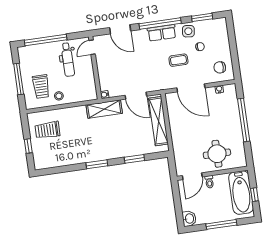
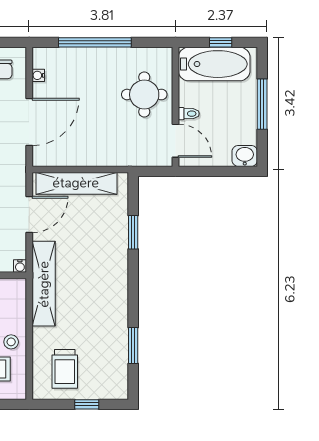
shelving: (104, 109) -> (44, 284), width x1.47
window: (97, 164) -> (133, 346), moved

